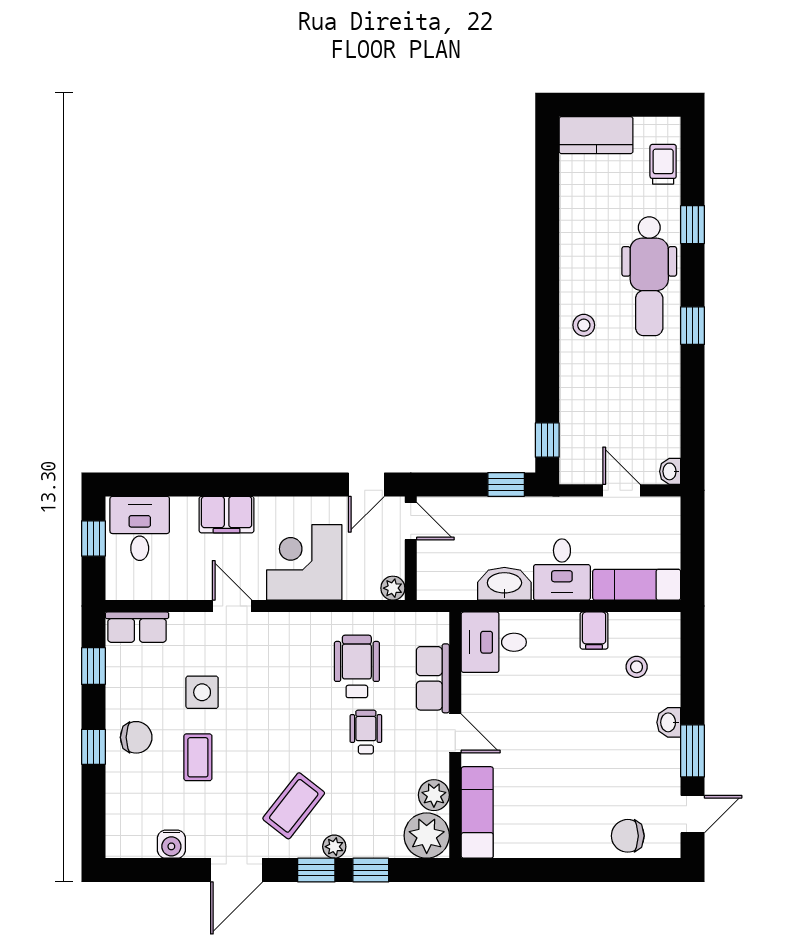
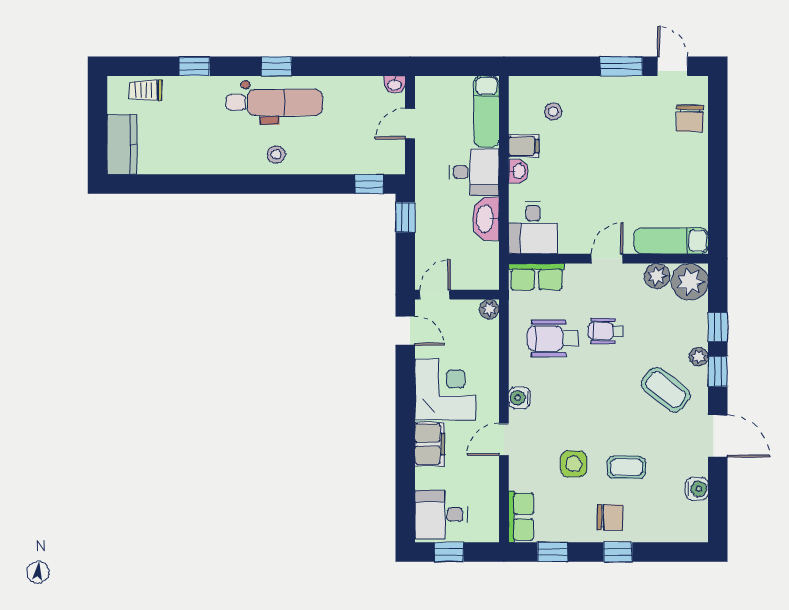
dental chair: (649, 276) -> (274, 102), moved
corner desk: (304, 562) -> (445, 389), moved, turned 180
water cooler: (284, 625) -> (519, 398), added
row of seats: (433, 678) -> (537, 277), moved
washbasin: (669, 722) -> (518, 171), moved, turned -90
chair: (136, 737) -> (610, 517), turned 90

